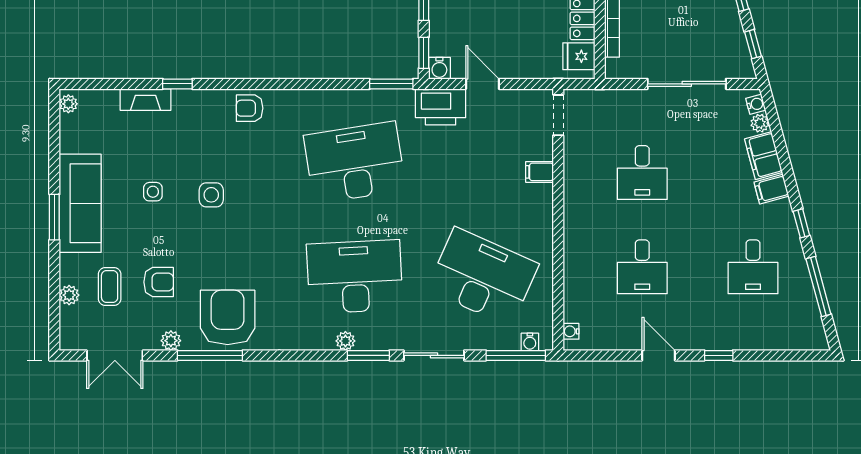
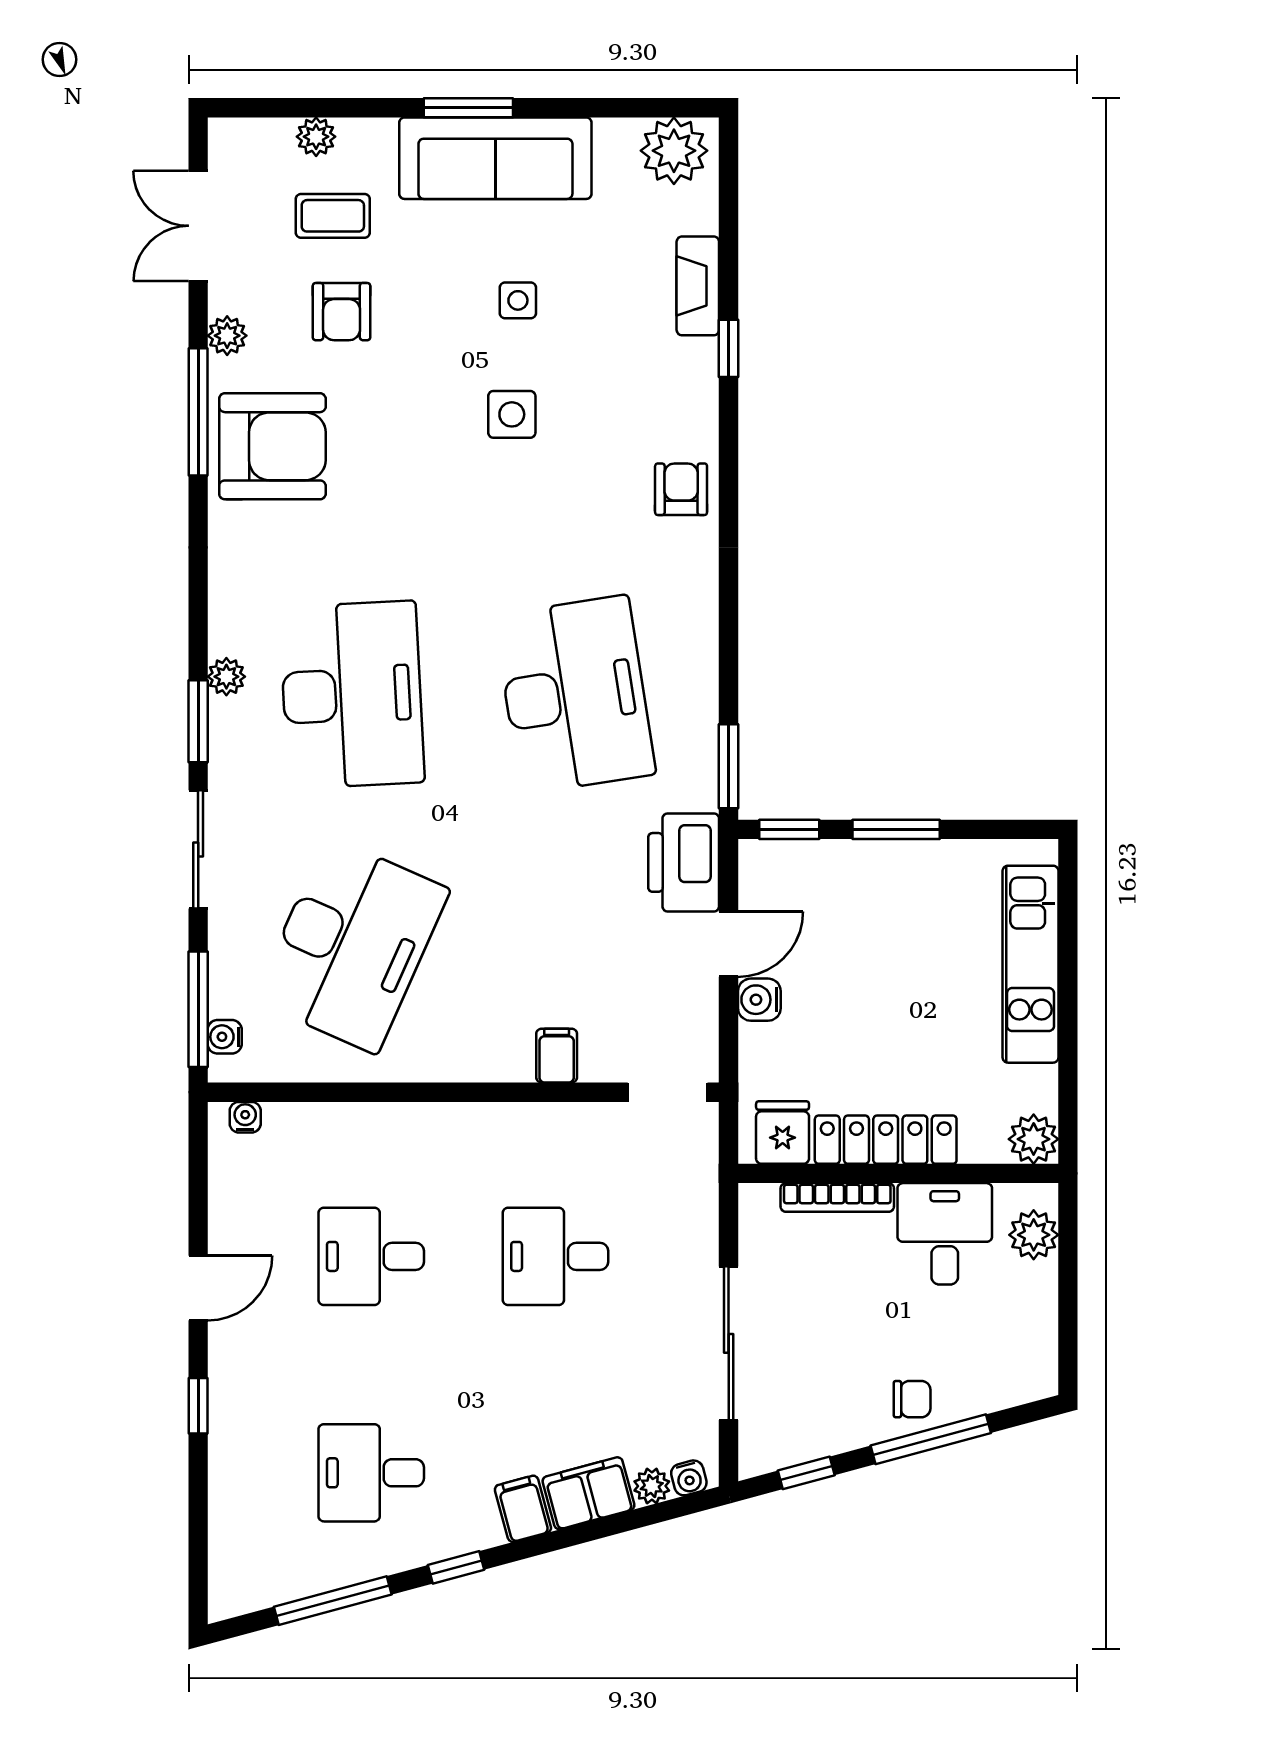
water cooler: (439, 68) -> (759, 1000), moved
plant: (68, 104) -> (674, 151), width x1.87, depth x1.87

